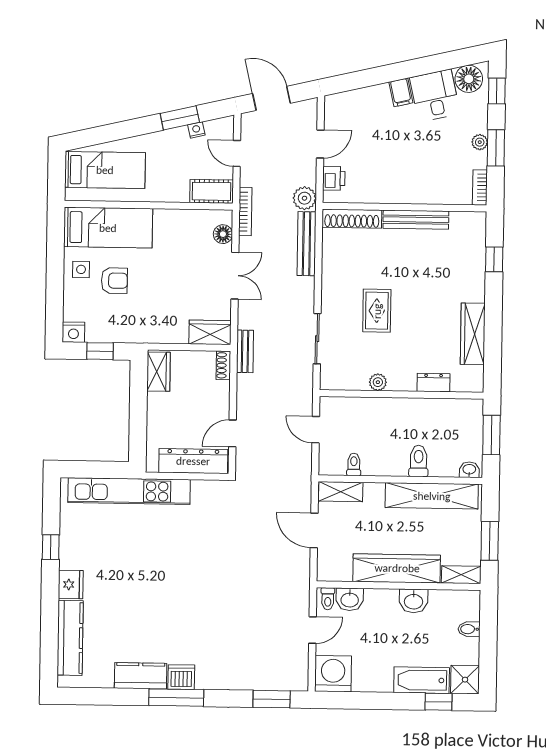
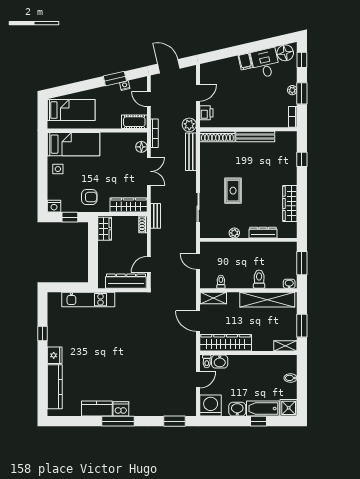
armchair: (114, 281) -> (89, 197), moved
wardrobe: (210, 332) -> (129, 205), width x1.50
dresser: (433, 383) -> (263, 233), width x1.44
kitchen unit: (129, 491) -> (88, 300), width x0.73
wardrobe: (397, 568) -> (226, 343), moved
washbasin: (414, 601) -> (237, 409), moved, turned 180
window: (439, 702) -> (259, 421), moved

